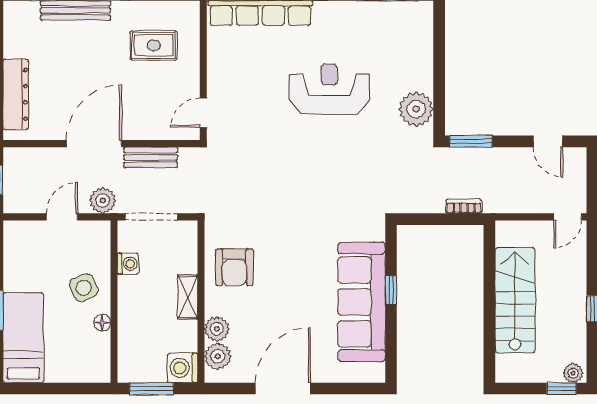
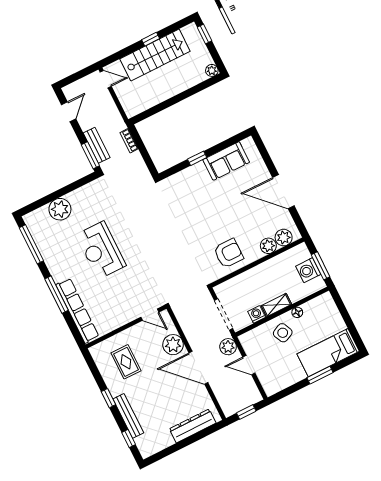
plant: (416, 109) -> (60, 209), moved
plant: (145, 124) -> (173, 345), added
bench: (151, 157) -> (97, 145), moved
shelving: (188, 297) -> (276, 305), moved
stairs: (515, 300) -> (155, 55), moved, turned 180
sofa: (362, 302) -> (226, 161), width x0.54, depth x0.79
washing machine: (183, 368) -> (308, 270), moved, turned 90
plant: (573, 373) -> (212, 70), moved

